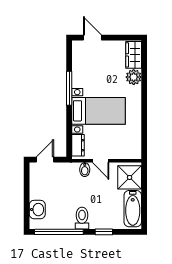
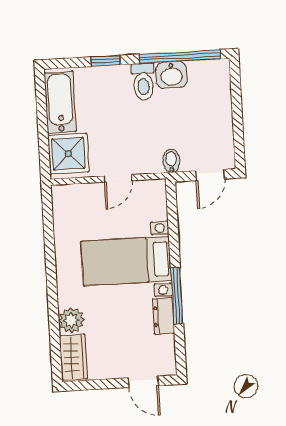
dresser: (78, 145) -> (163, 316), moved
door: (101, 161) -> (118, 178), swing flipped
bidet: (85, 170) -> (171, 161), moved
washbasin: (37, 210) -> (171, 75), moved, turned -90

